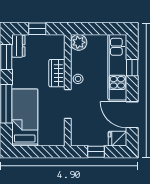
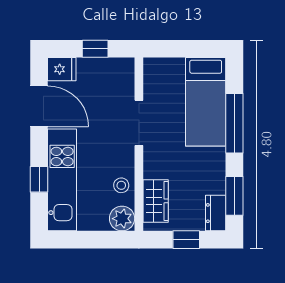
wardrobe: (57, 73) -> (156, 201), moved
stool: (78, 79) -> (121, 185), moved

